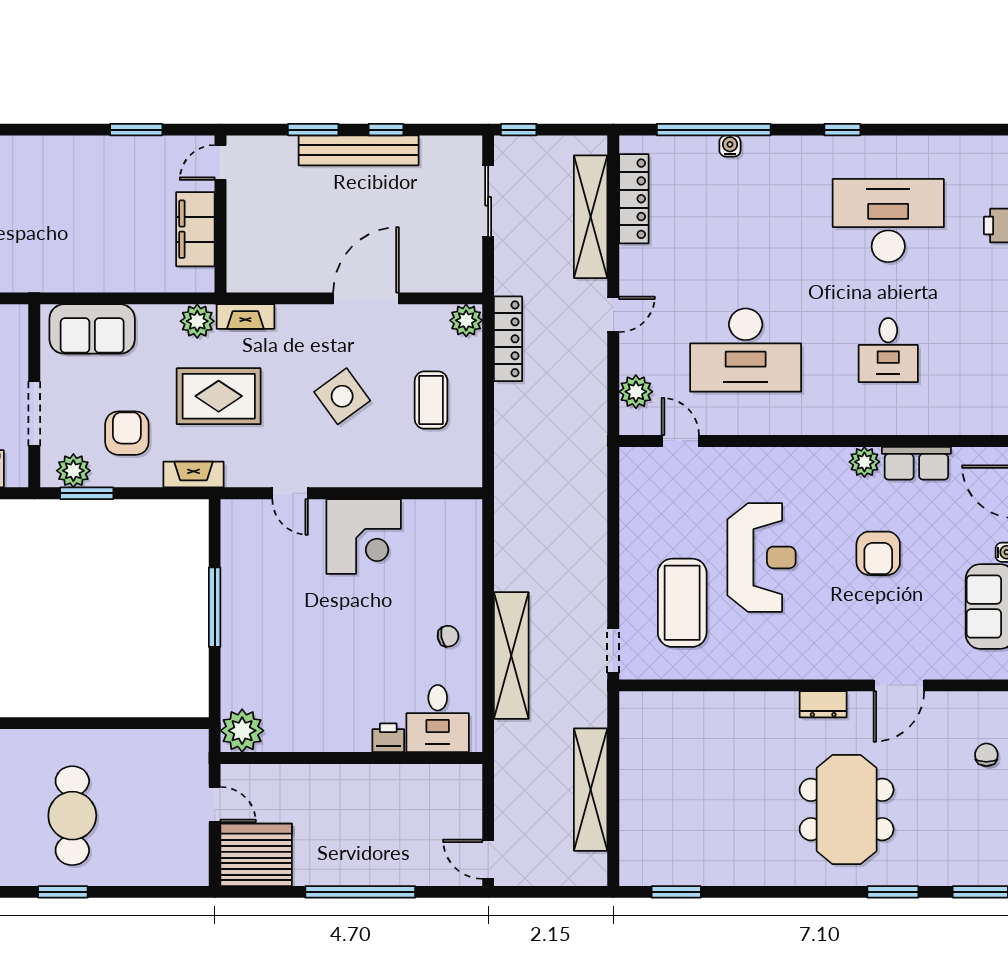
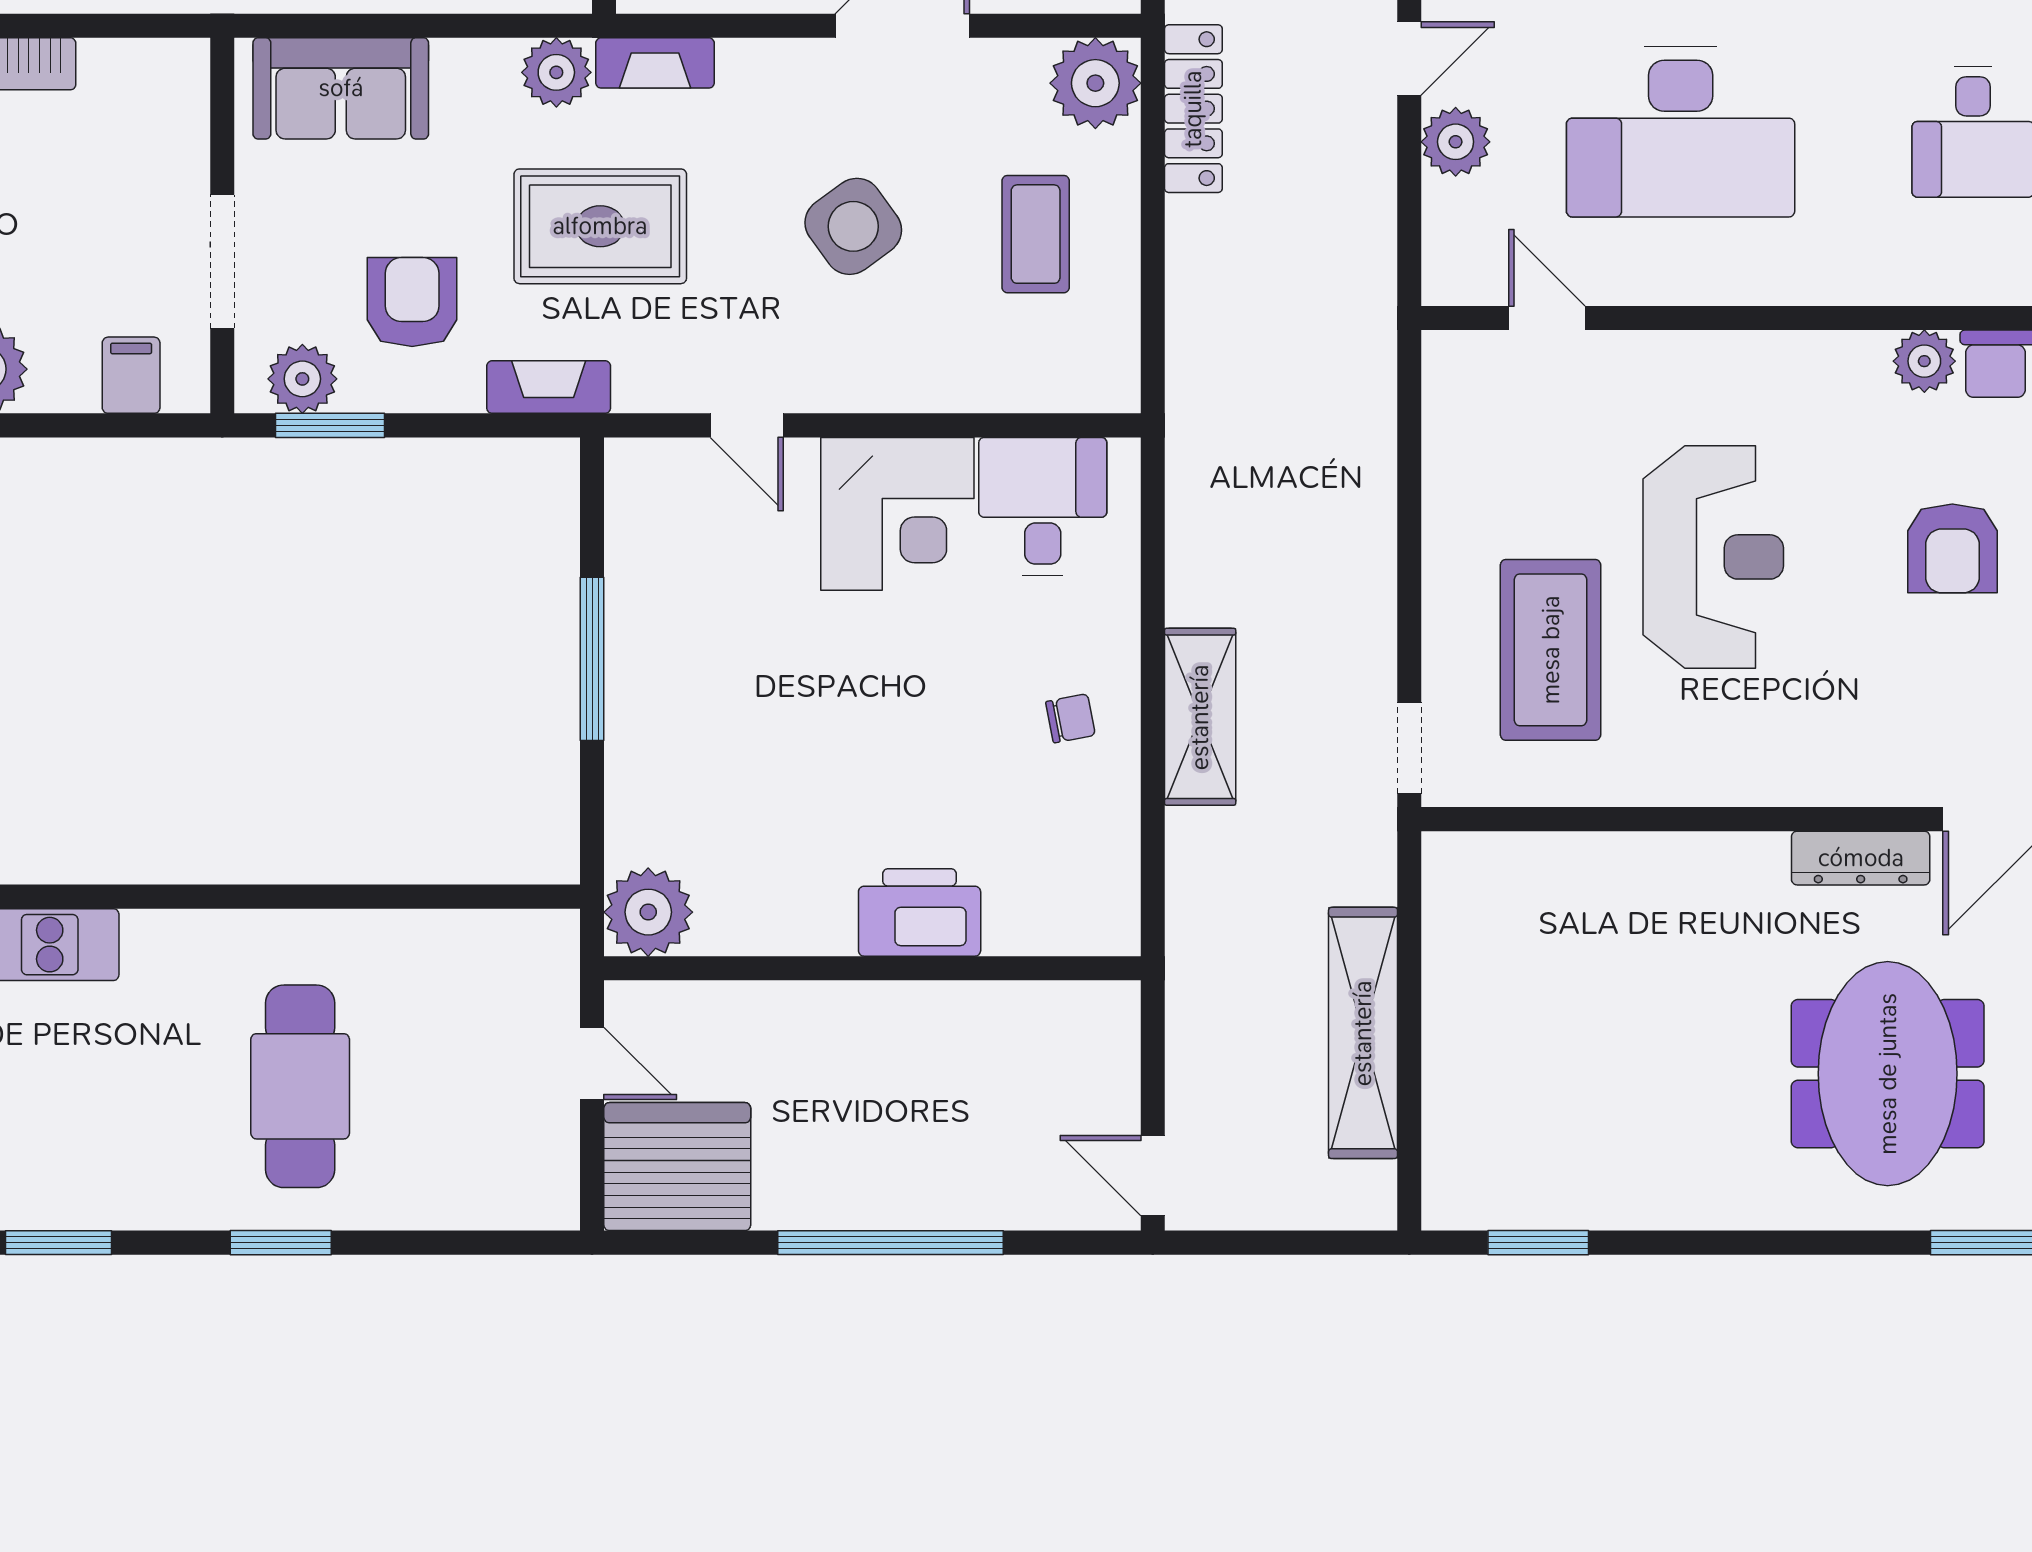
plant: (466, 320) -> (1095, 83), width x1.36, depth x1.36
plant: (636, 392) -> (1456, 142), moved
shelving: (511, 656) -> (1200, 717), width x0.68
dresser: (823, 704) -> (1861, 858), width x1.44
desk: (438, 719) -> (1043, 506), moved, turned 180
printer: (388, 738) -> (920, 912), width x1.87, depth x1.48

